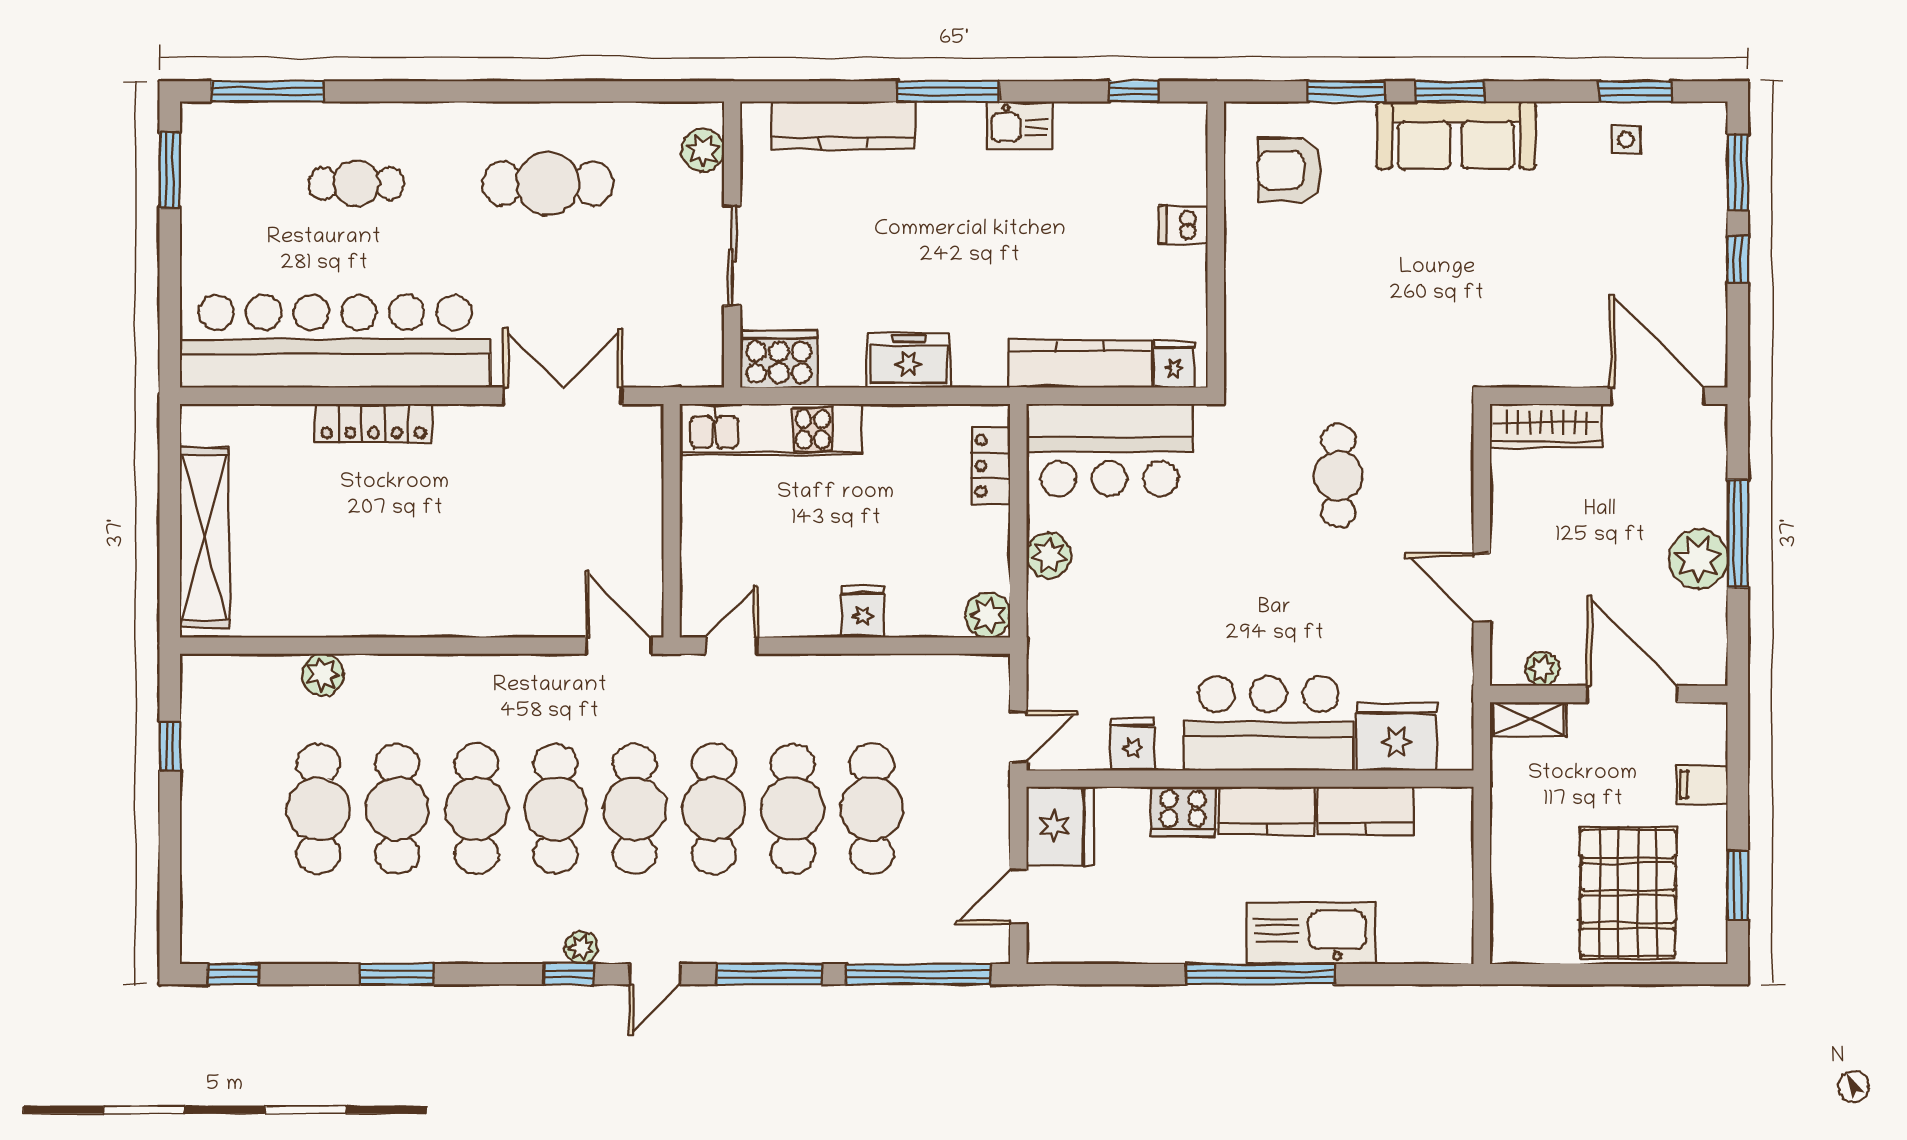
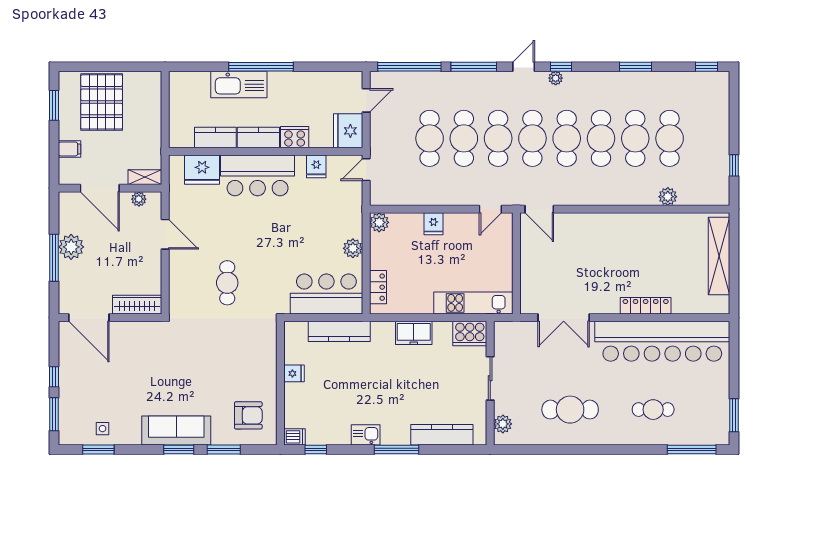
dishwasher: (1183, 225) -> (295, 437), moved
fridge: (1174, 364) -> (294, 373), moved, turned -90

